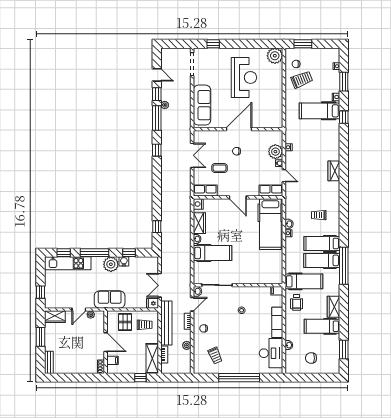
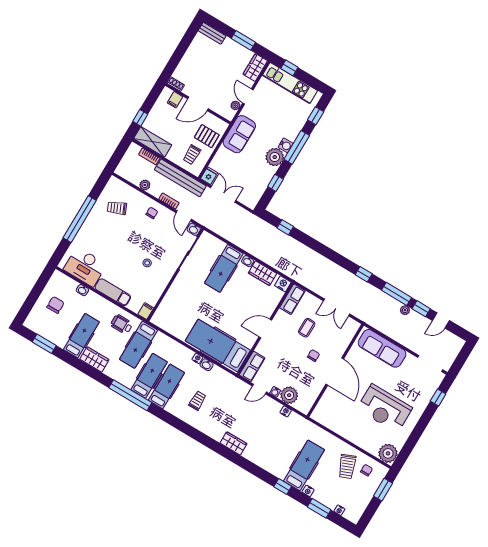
water cooler: (124, 261) -> (286, 145), moved
kitchen unit: (68, 263) -> (290, 83), moved, turned -90

